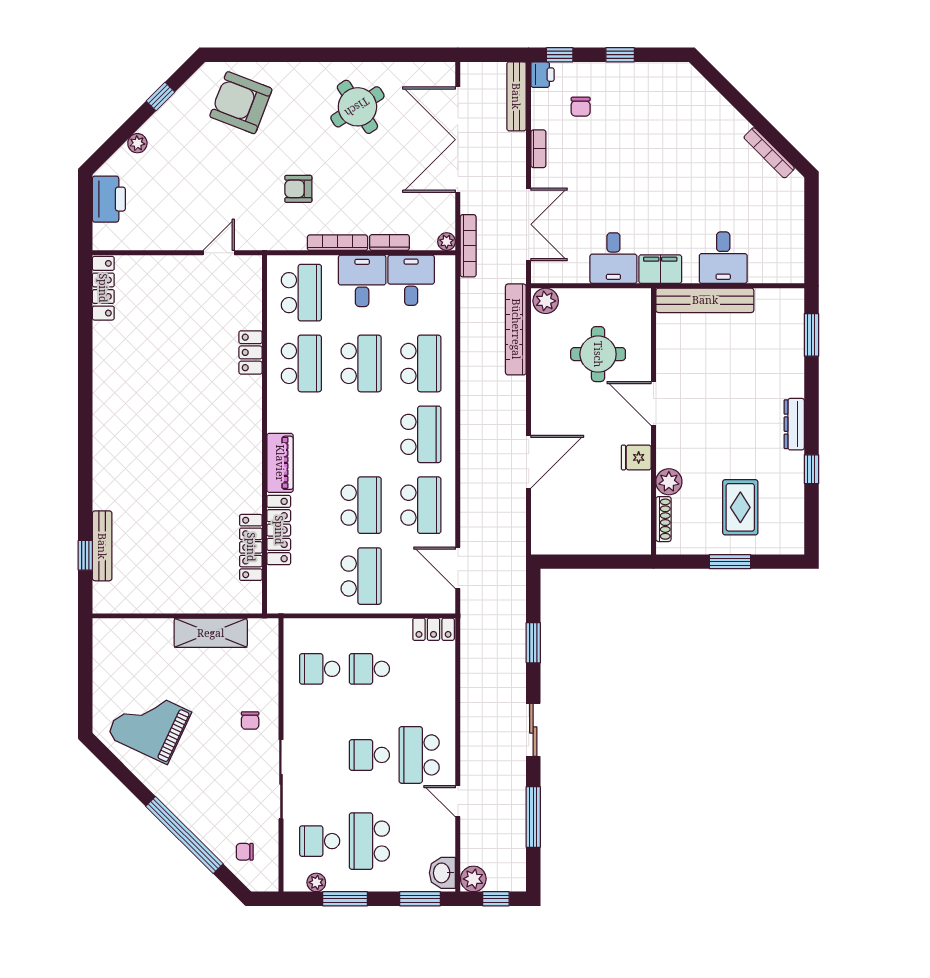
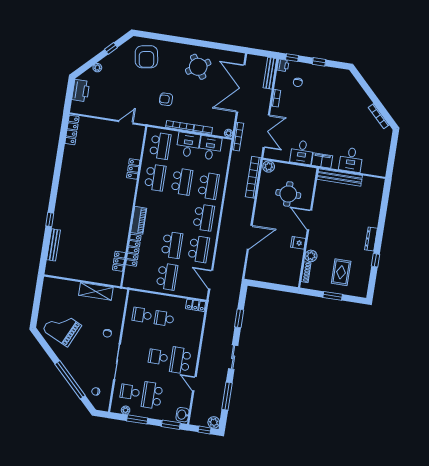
armchair: (241, 103) -> (146, 57), turned -120
window: (811, 335) -> (385, 200), removed
locker: (251, 547) -> (119, 261), width x0.66
window: (85, 555) -> (50, 220), moved
plant: (473, 879) -> (214, 422), moved

